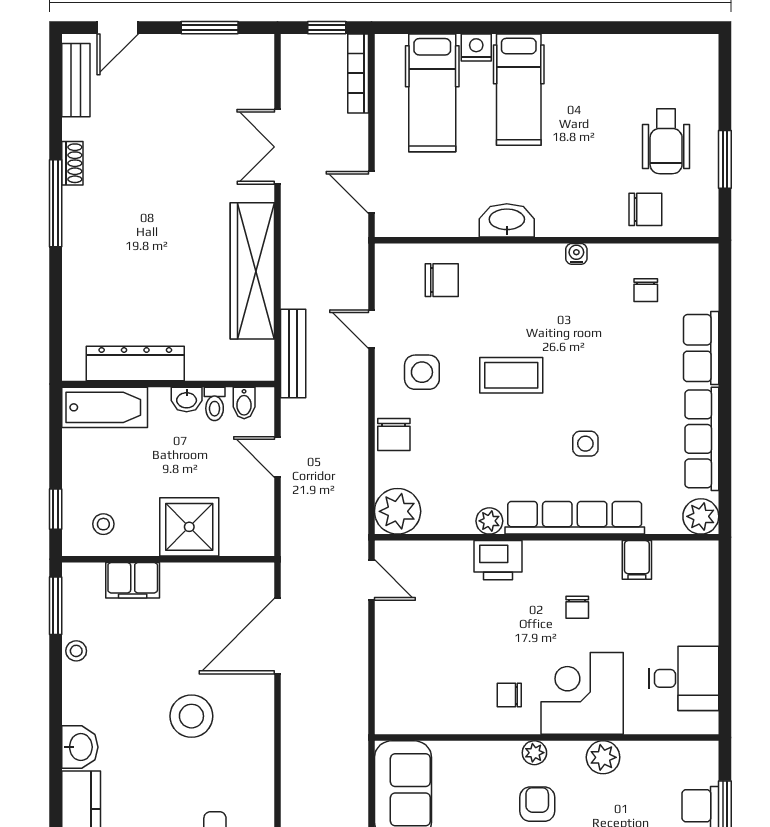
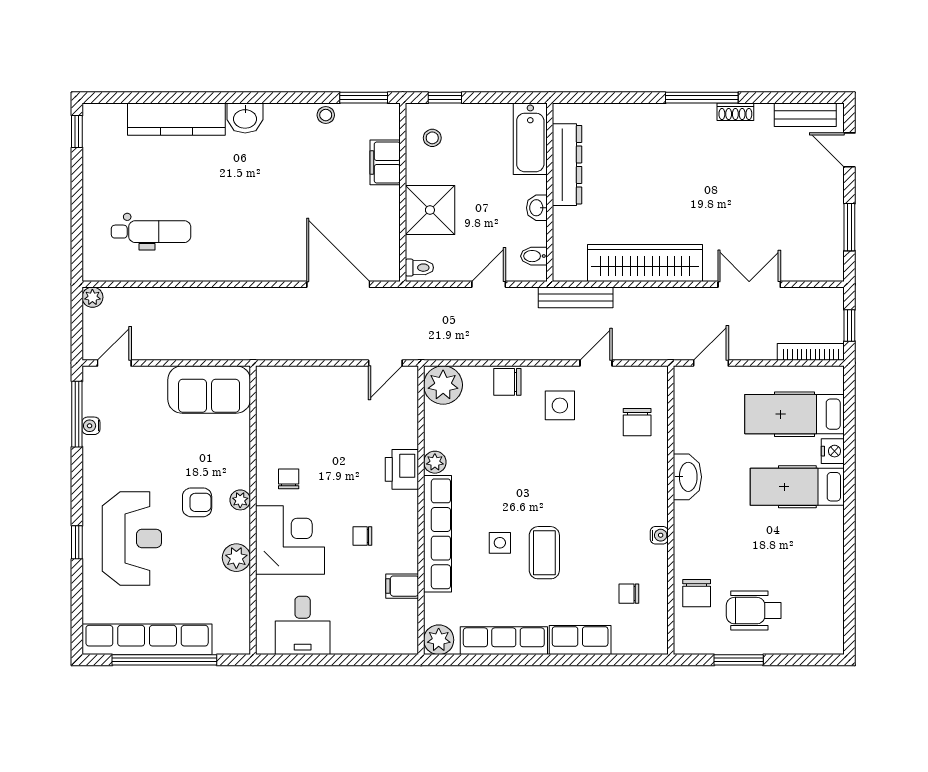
coffee table: (511, 375) -> (544, 553), moved
toilet: (215, 404) -> (419, 268), moved, turned 180
stool: (191, 716) -> (271, 212), removed

